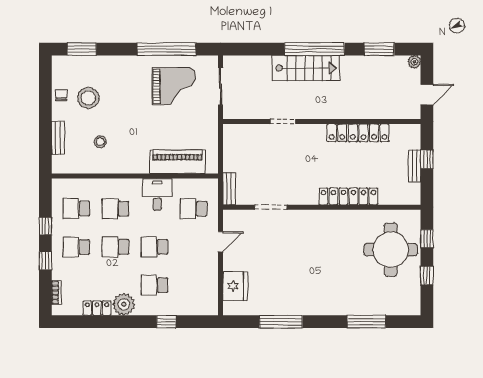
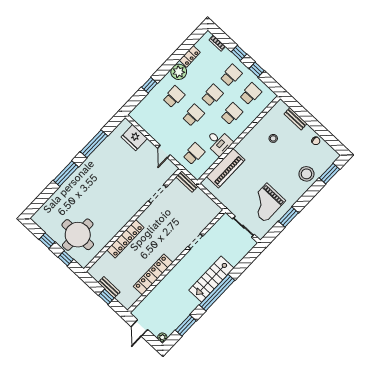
window: (167, 49) -> (288, 217), width x0.47
stool: (88, 98) -> (306, 174), moved
window: (366, 322) -> (66, 174), moved

